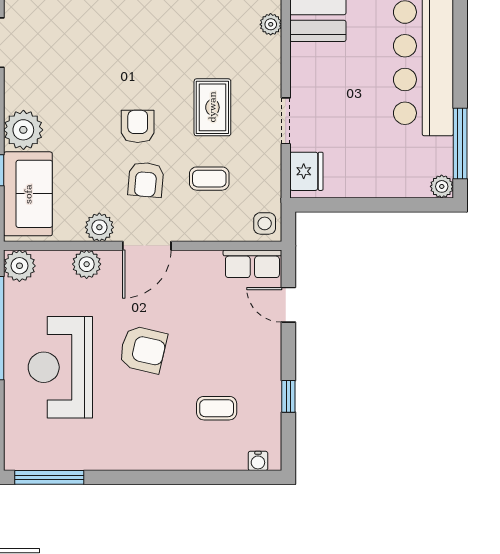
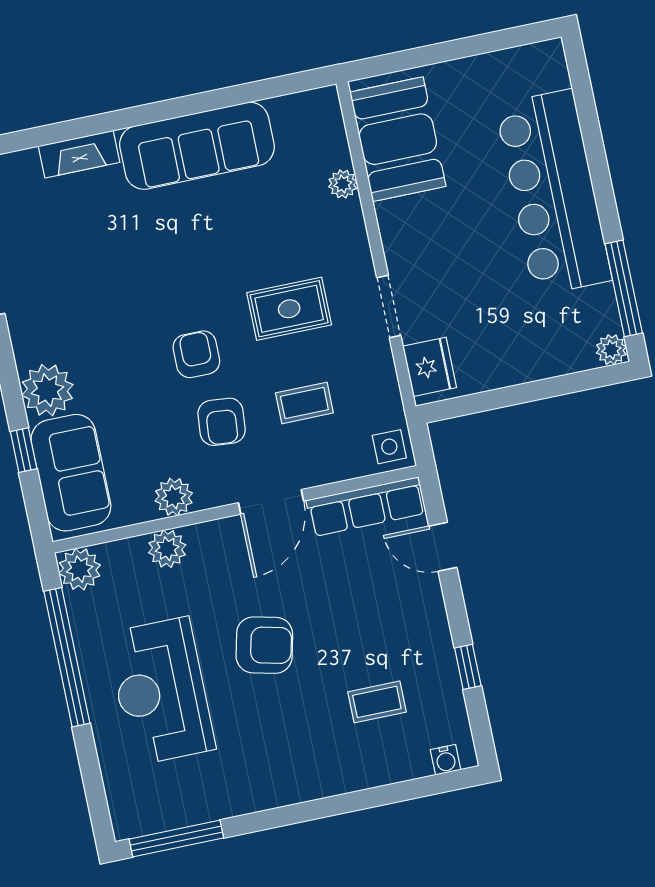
rug: (212, 107) -> (289, 309), turned 90
door: (147, 246) -> (271, 502), moved
row of seats: (252, 264) -> (366, 507), width x1.48

